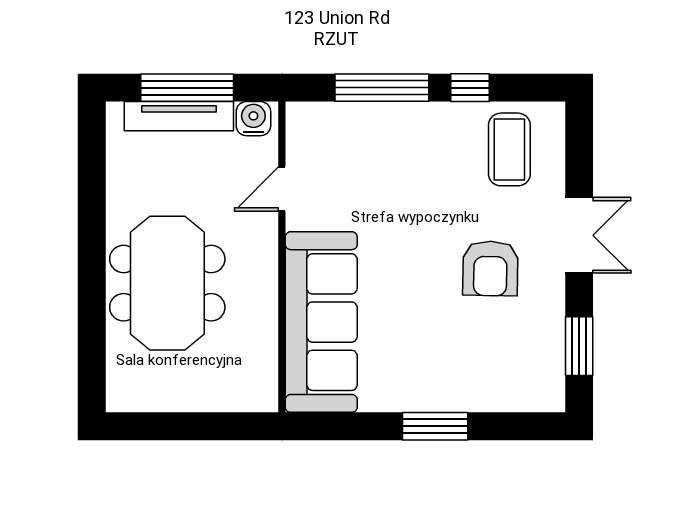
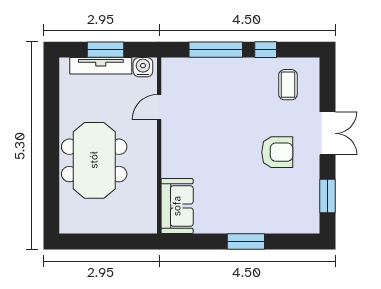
window: (187, 88) -> (105, 50), width x0.69
coffee table: (509, 149) -> (288, 85), width x0.73, depth x0.77
armchair: (490, 268) -> (277, 152), turned -91
sofa: (321, 322) -> (177, 206), width x0.54, depth x0.79

